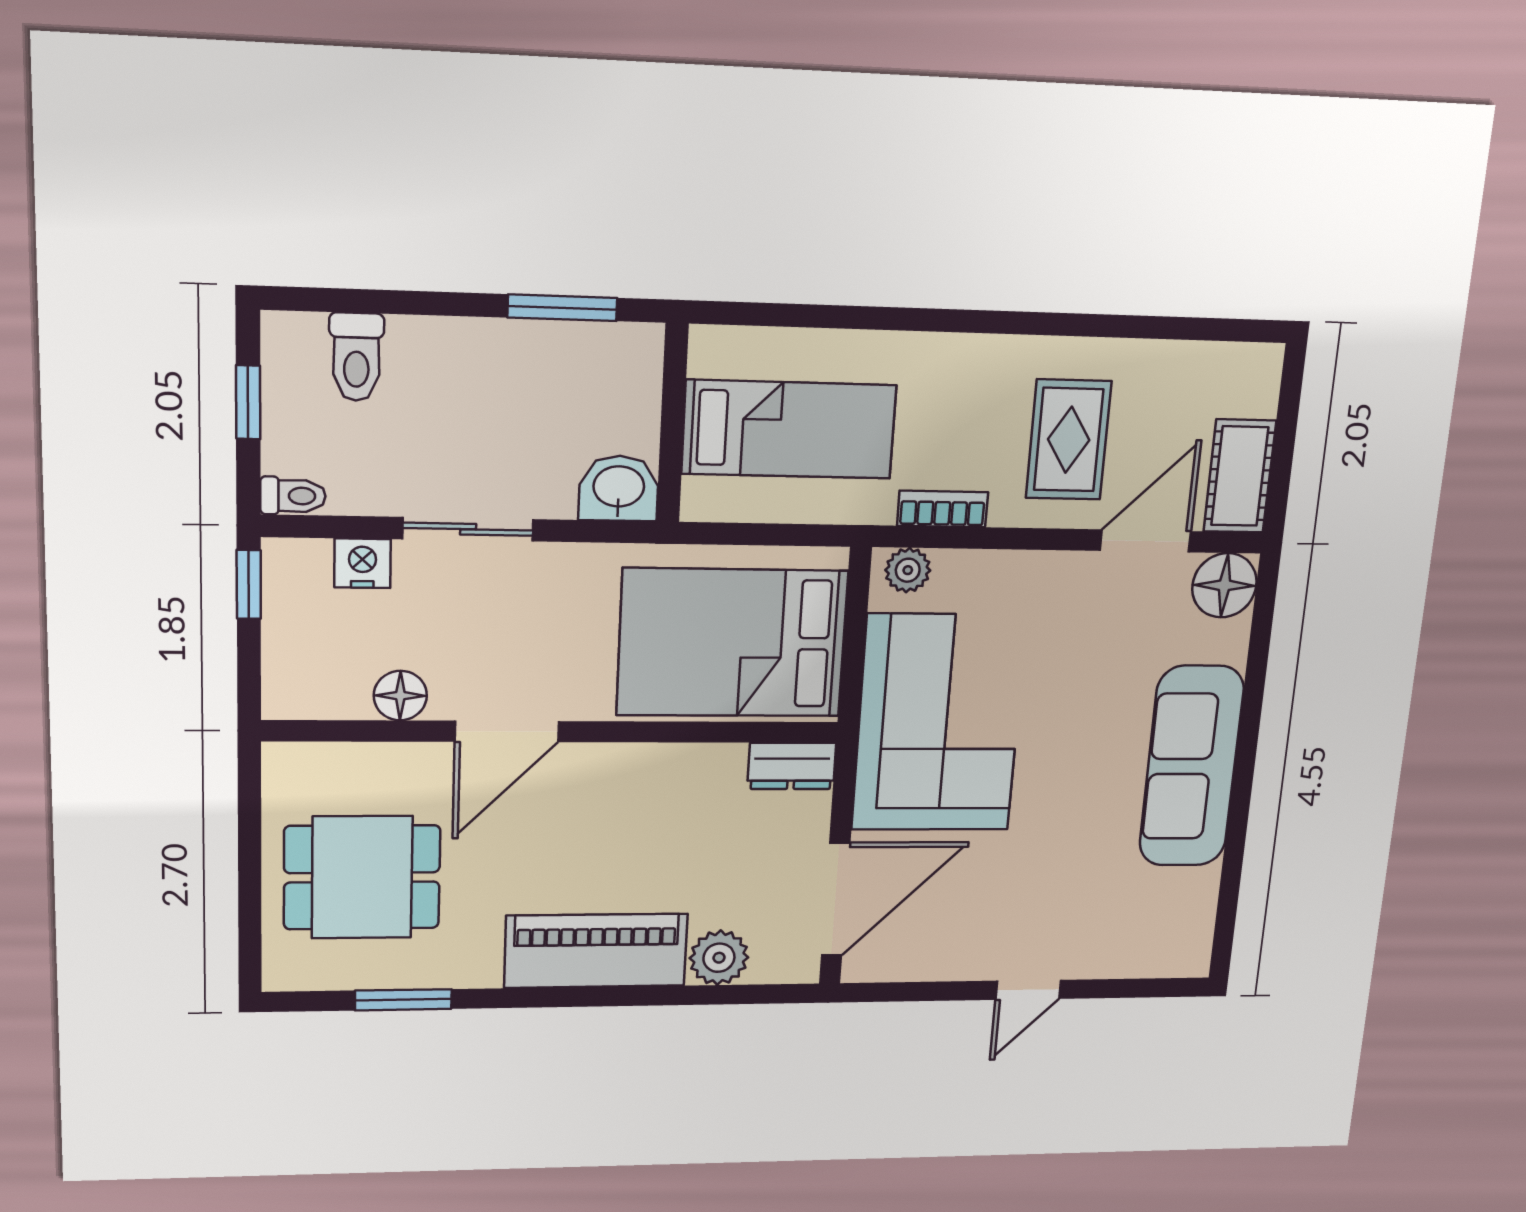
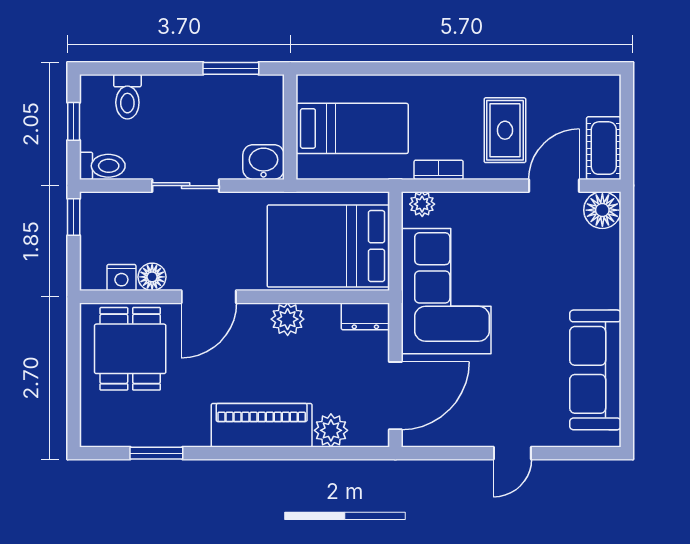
toilet: (293, 496) -> (102, 166), width x1.37, depth x1.39
nightstand: (362, 563) -> (121, 278), moved, turned 180
sofa: (1191, 766) -> (595, 370), moved
plant: (651, 771) -> (288, 319), added
dining table: (362, 877) -> (130, 349), moved, turned 90

